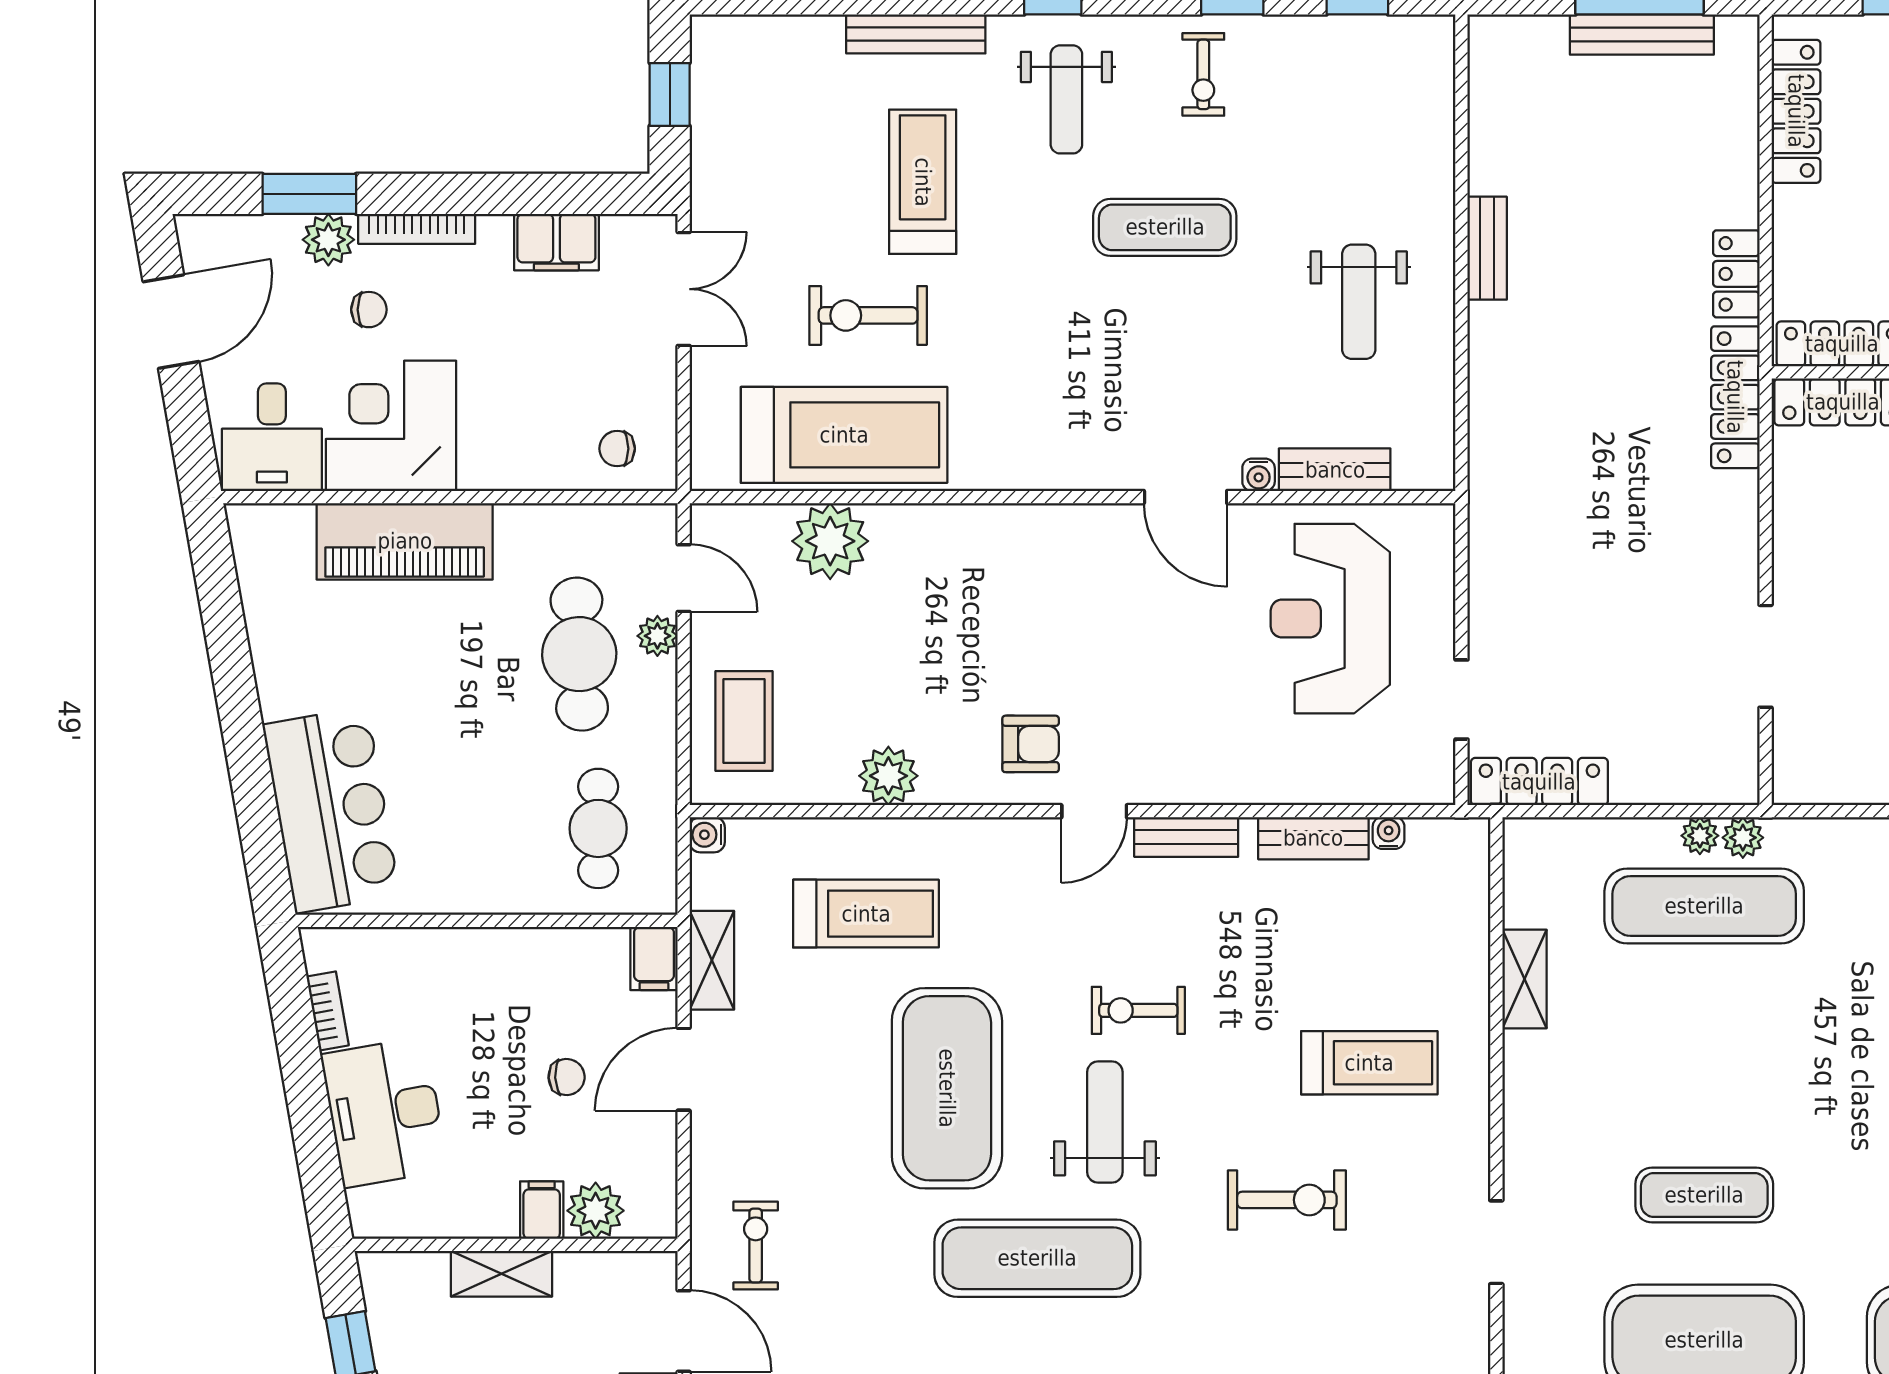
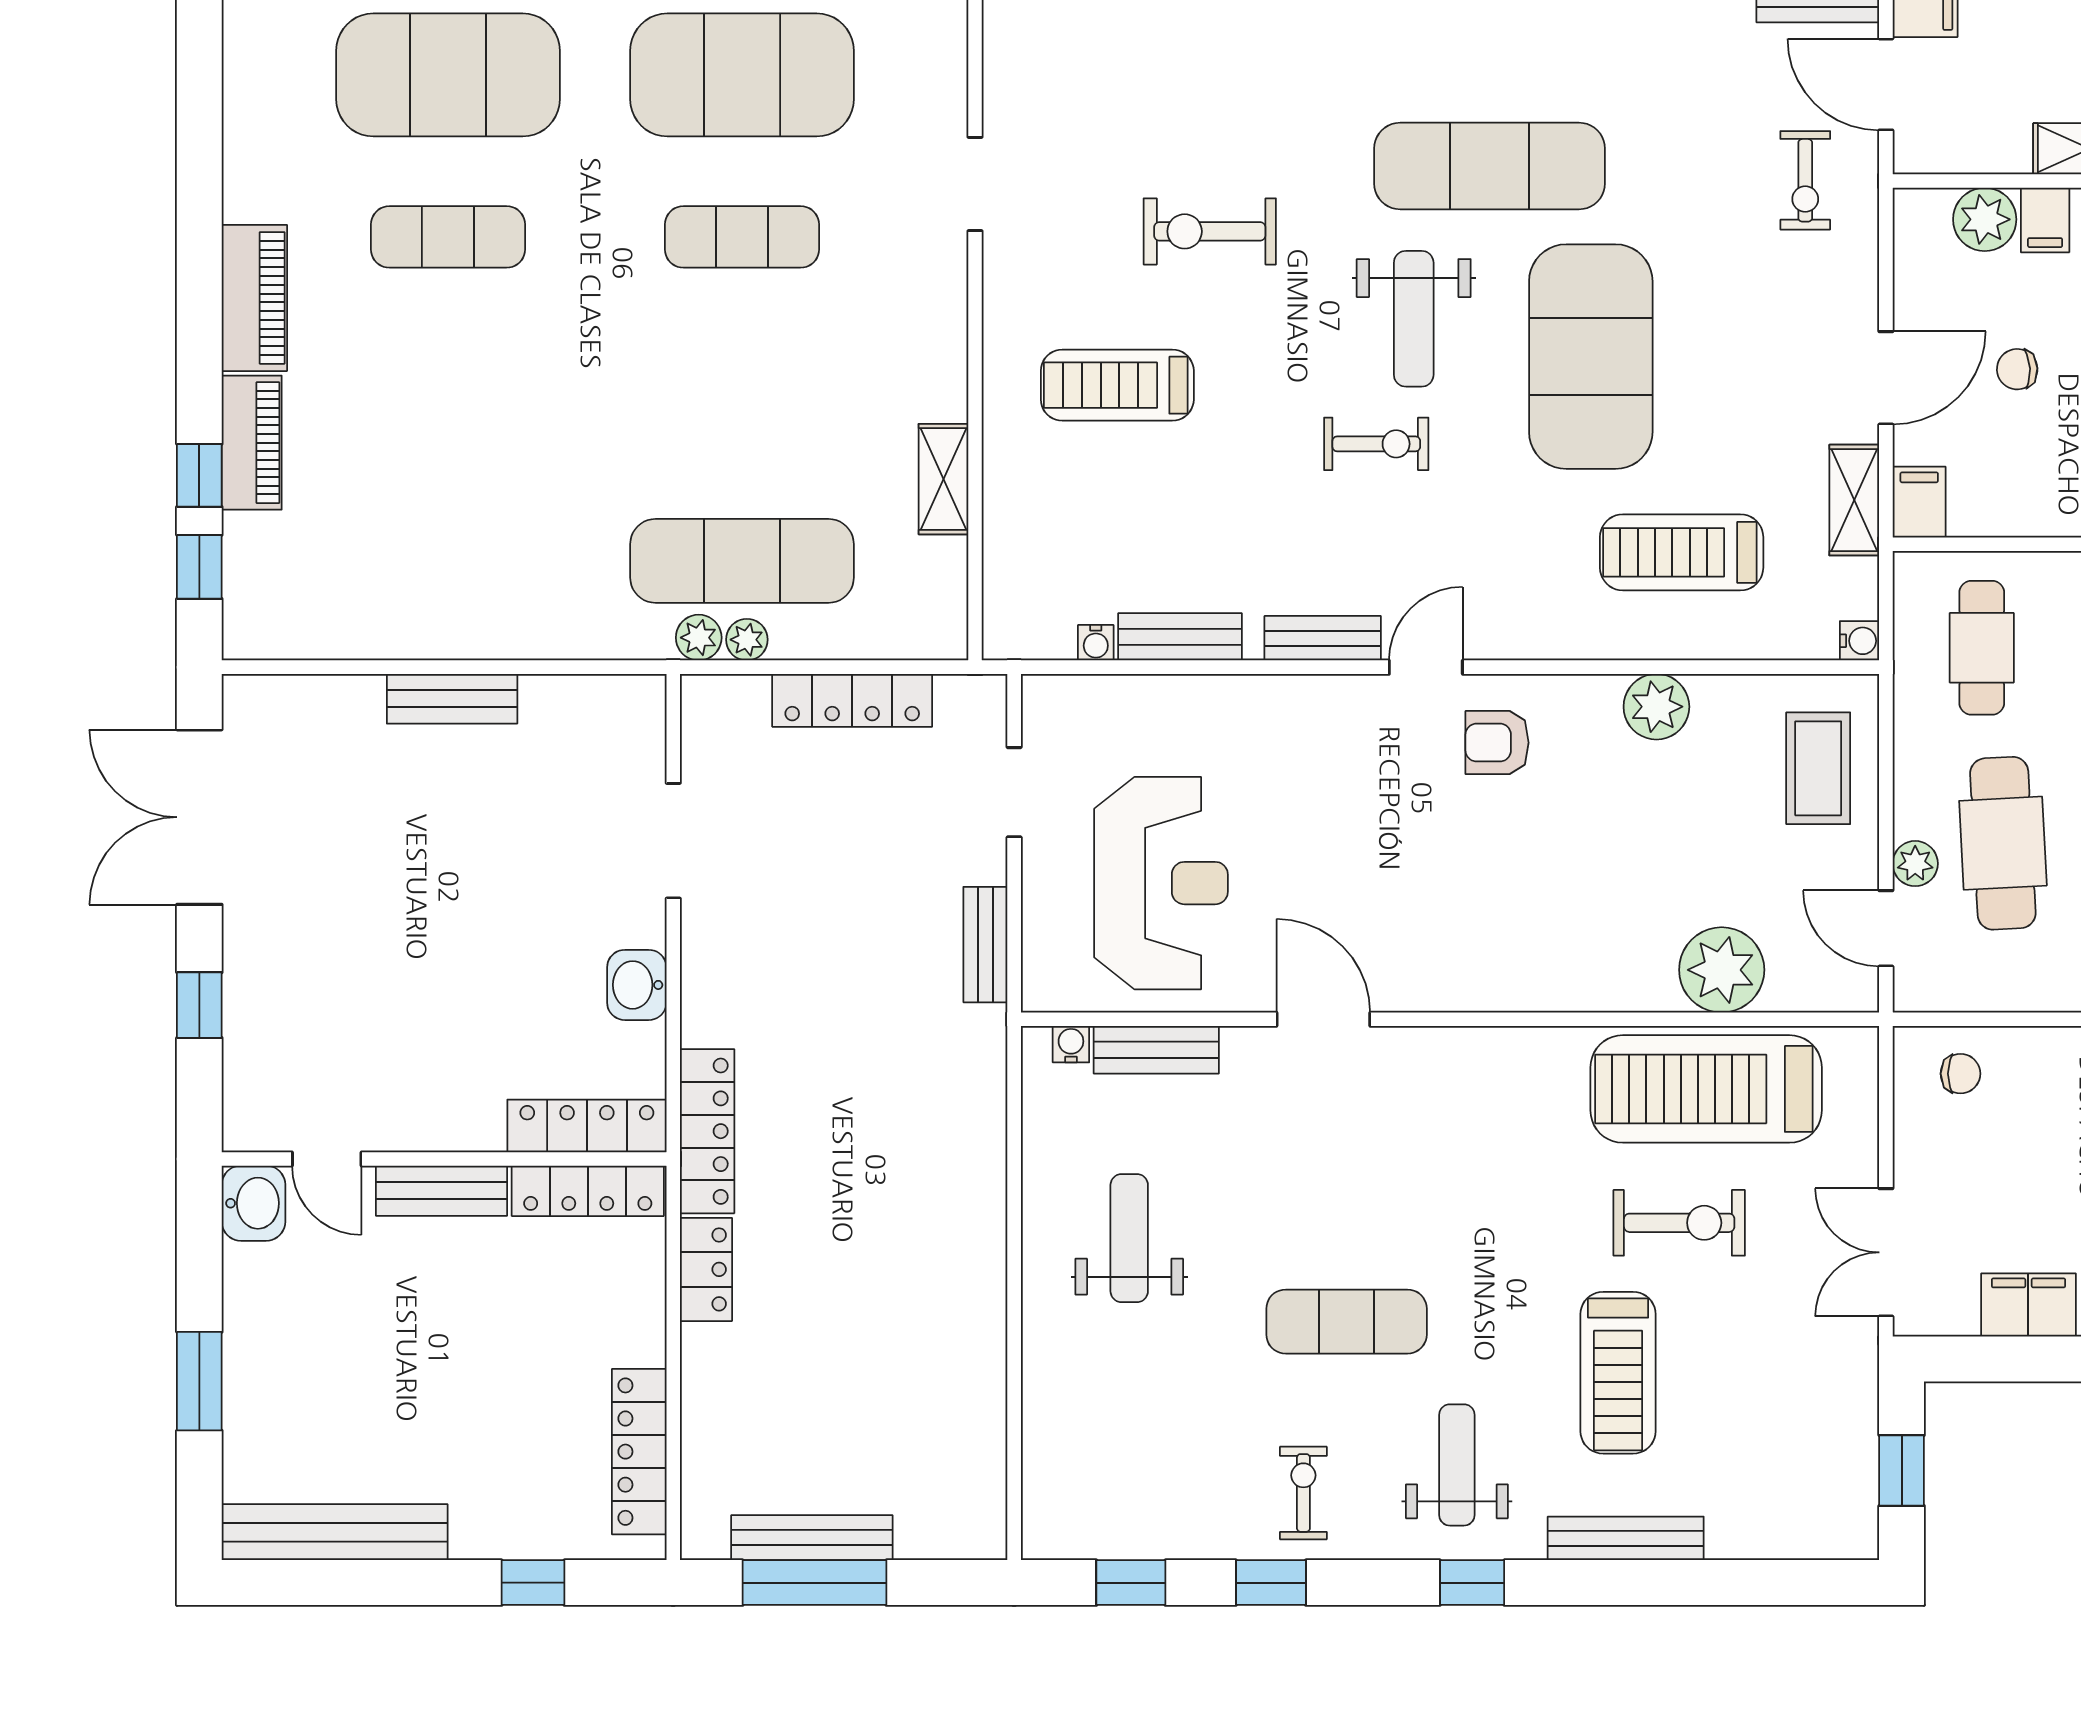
bench: (1487, 248) -> (985, 945), moved
water cooler: (1259, 475) -> (1071, 1044), moved
washbasin: (1798, 528) -> (637, 985), added
locker: (1539, 782) -> (852, 700), moved

